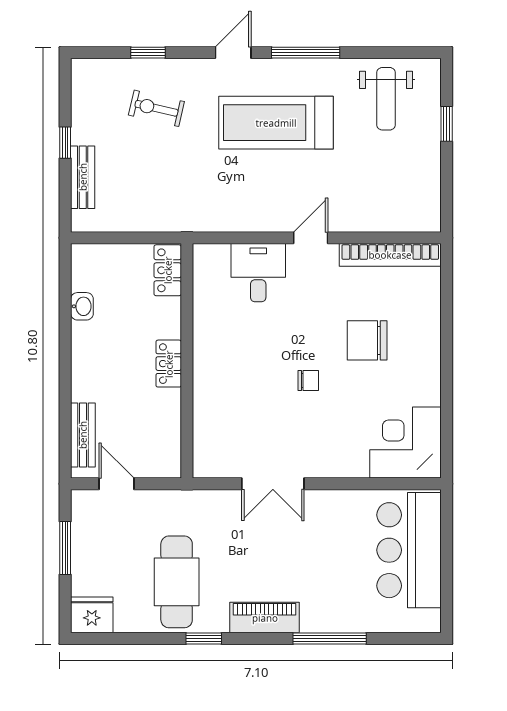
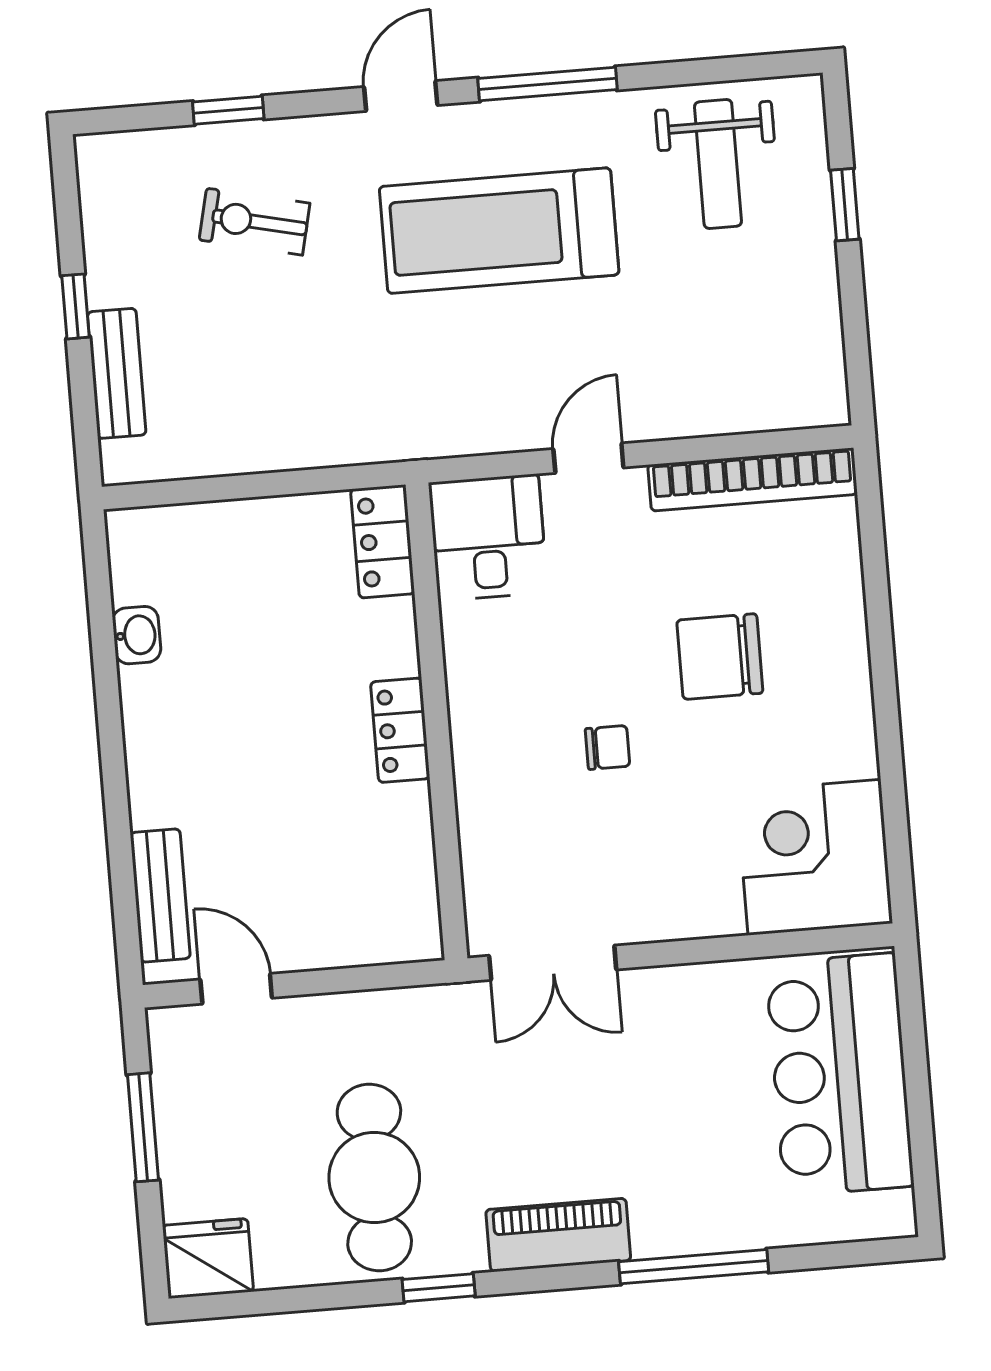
locker: (168, 270) -> (383, 541), moved
wall: (187, 361) -> (436, 721), moved
locker: (169, 364) -> (400, 730), moved

